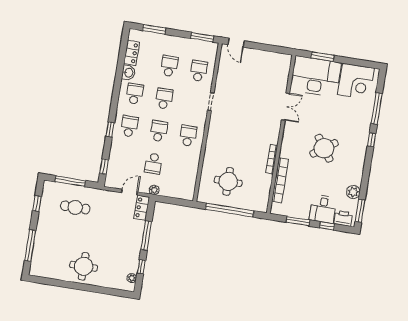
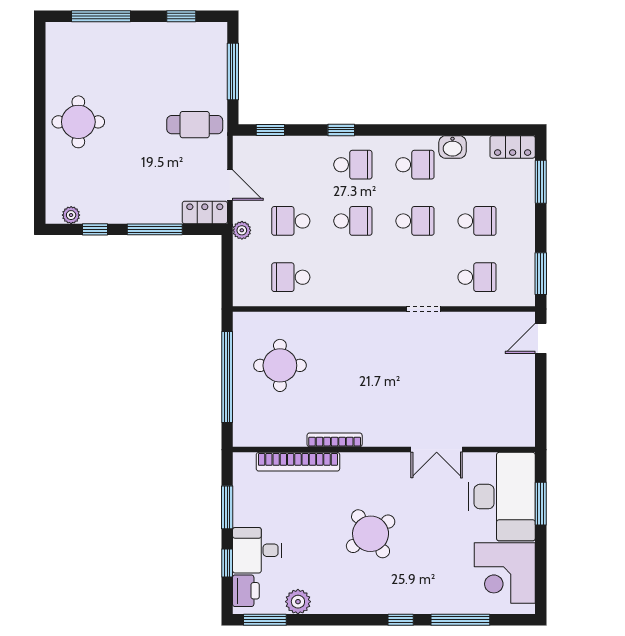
locker: (132, 53) -> (513, 147), moved
school desk: (188, 136) -> (291, 277), moved, turned 180
cafe table: (75, 207) -> (195, 125), moved, turned 90

